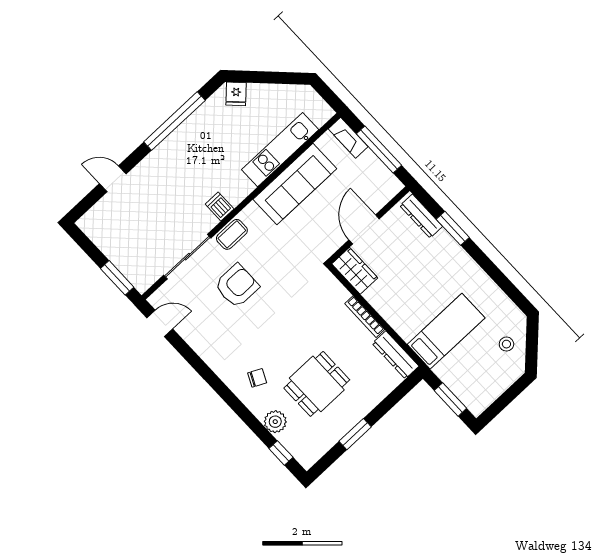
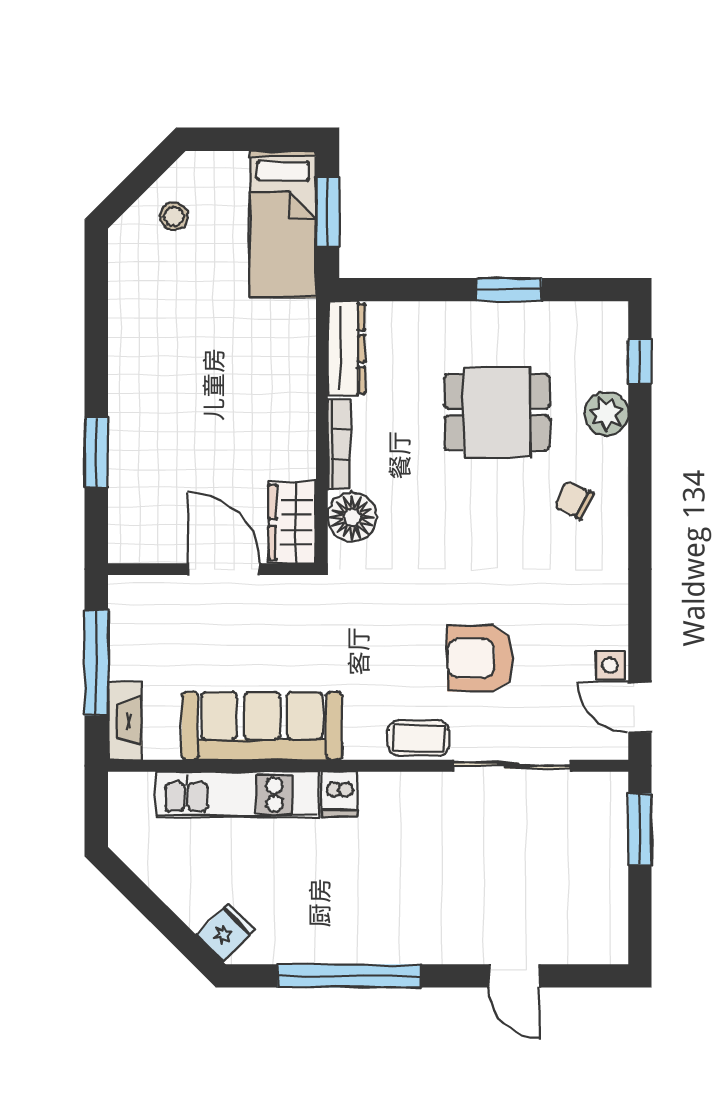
dishwasher: (220, 206) -> (339, 794), moved
dresser: (421, 216) -> (125, 512), removed
door: (364, 229) -> (224, 569), swing flipped
floor lamp: (334, 294) -> (352, 517), added
side table: (186, 329) -> (610, 665), added
bed: (446, 331) -> (283, 224), moved, turned -90

